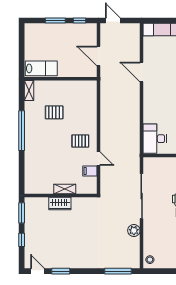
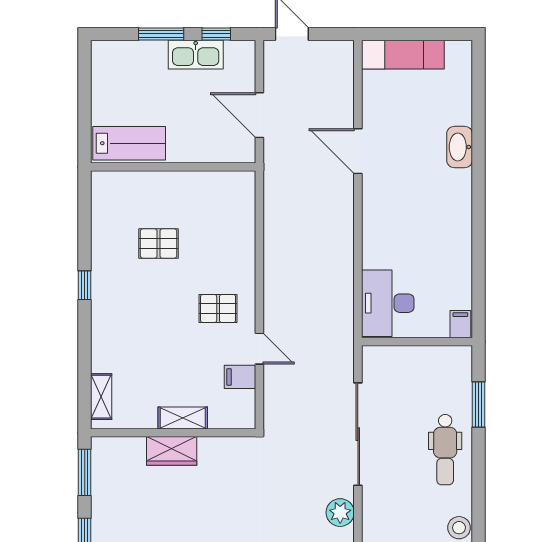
kitchen sink: (70, 30) -> (196, 55), added
shelving: (29, 91) -> (101, 397), moved
window: (22, 131) -> (85, 285), width x0.32

